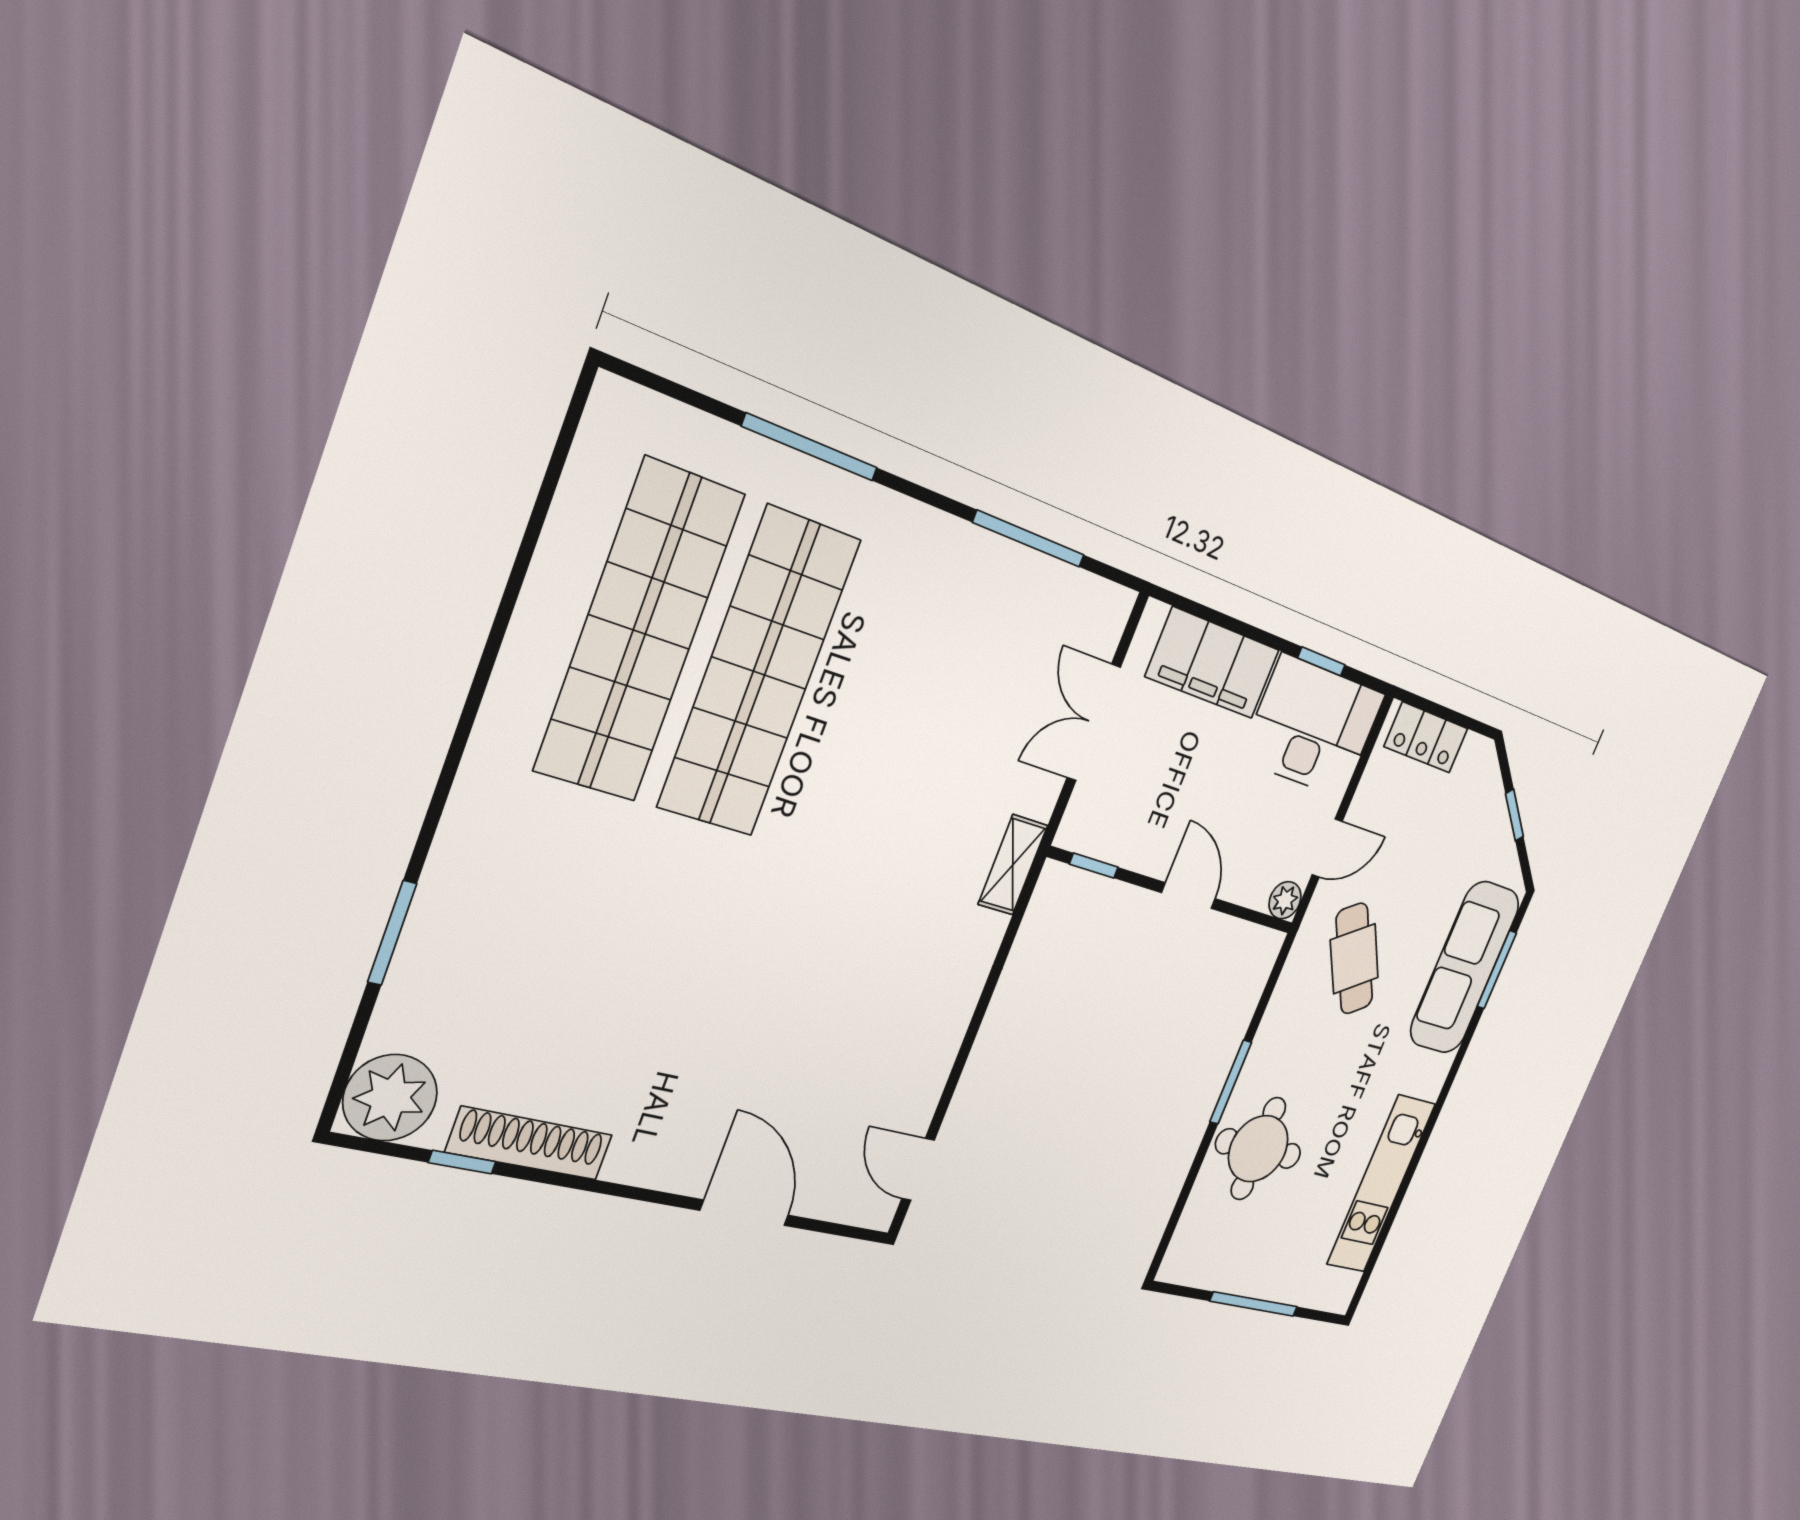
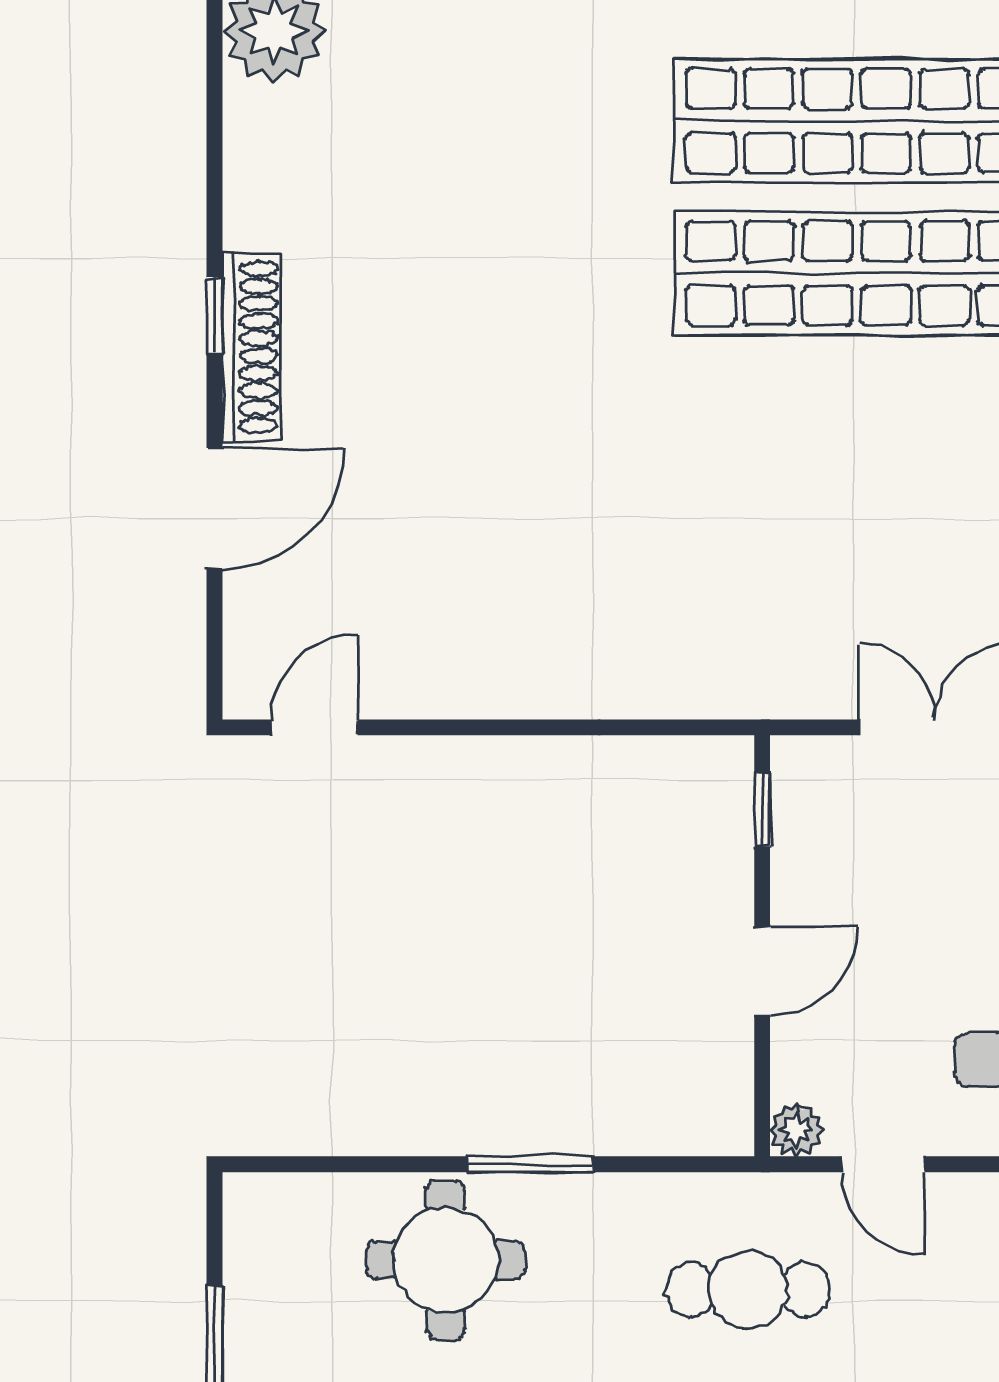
shelving: (1013, 865) -> (732, 692), removed
cafe table: (1354, 959) -> (748, 1290), turned 32
shoe rack: (530, 1143) -> (252, 347), moved
window: (462, 1162) -> (215, 316), moved

